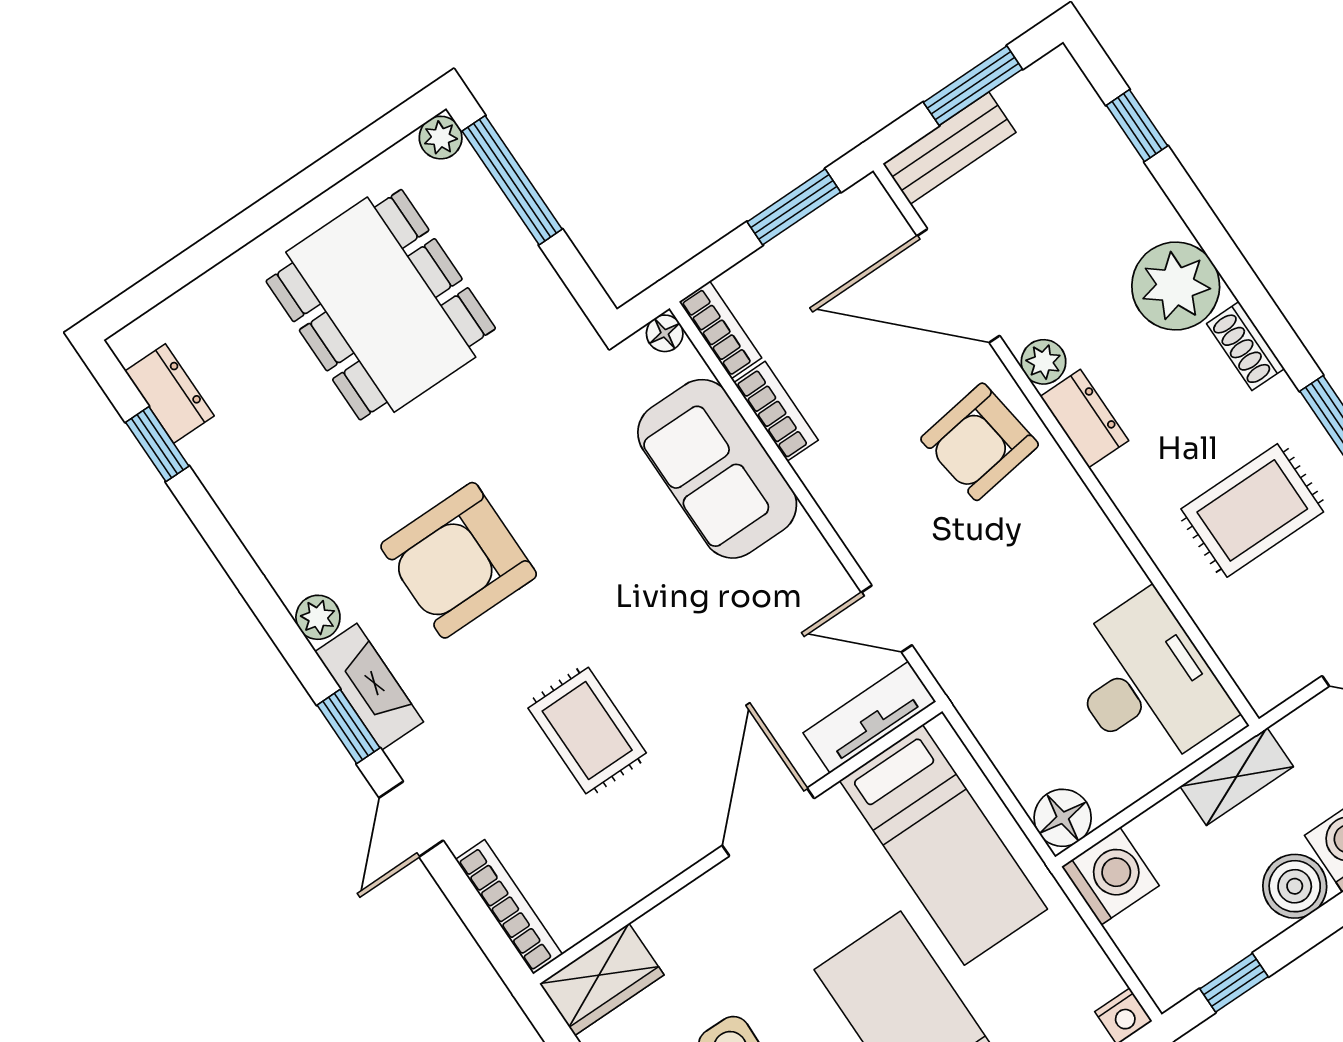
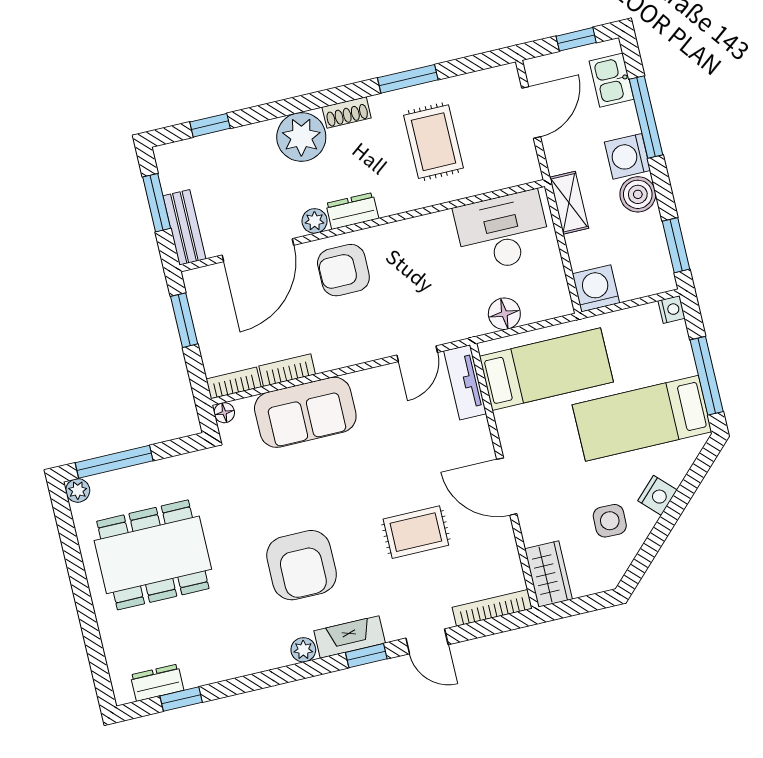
armchair: (980, 442) -> (343, 270), turned 98
floor lamp: (1063, 818) -> (504, 314), moved
door: (768, 822) -> (507, 487), moved
window: (1234, 983) -> (676, 245), width x1.50

